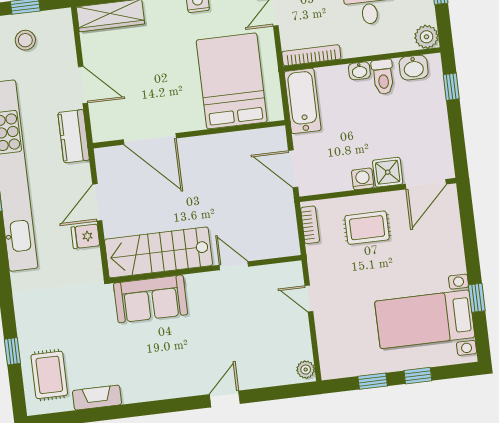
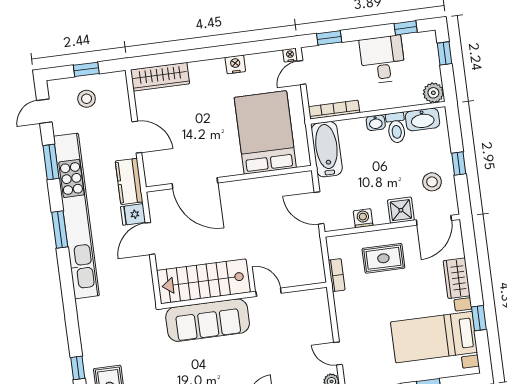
washbasin: (414, 68) -> (423, 120), width x1.38
window: (451, 87) -> (459, 164), moved
stool: (424, 140) -> (432, 182), added
washing machine: (363, 179) -> (363, 218), moved
bookcase: (310, 225) -> (337, 275), moved
fridge: (85, 236) -> (133, 214), moved
wardrobe: (451, 251) -> (457, 278), added
sofa: (151, 299) -> (208, 320), width x1.36
door: (309, 299) -> (338, 354), moved

